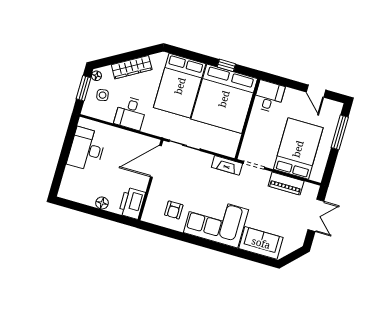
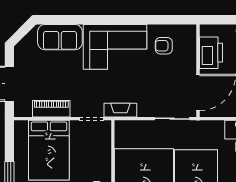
printer: (132, 203) -> (211, 53), moved
armchair: (174, 210) -> (164, 46), turned -90

